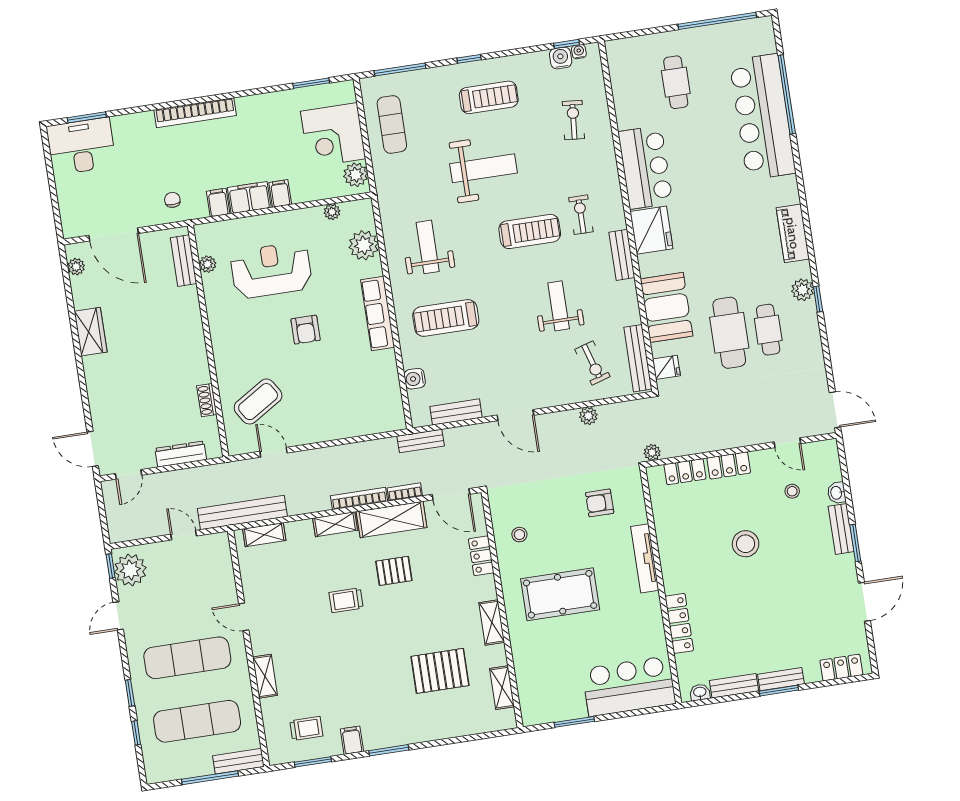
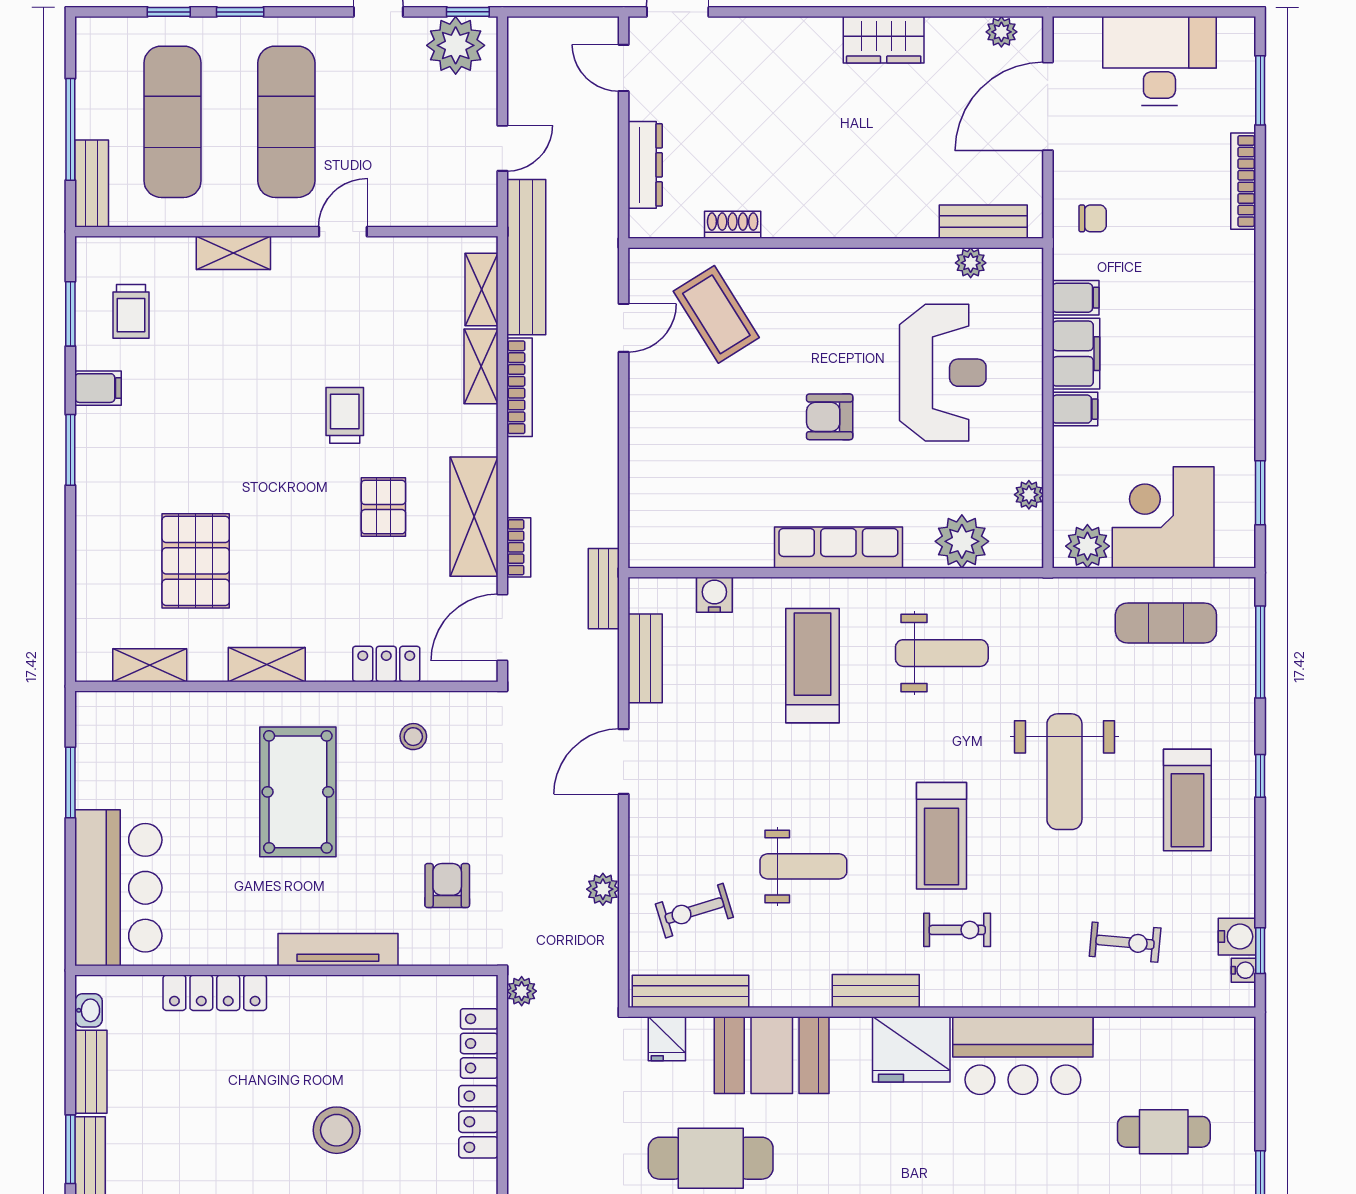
bookcase: (195, 113) -> (1243, 181), moved, width x0.68, depth x0.76
desk: (81, 146) -> (1159, 61), moved, turned -90
bookcase: (359, 498) -> (519, 387), moved
shelving: (335, 524) -> (481, 366), moved

